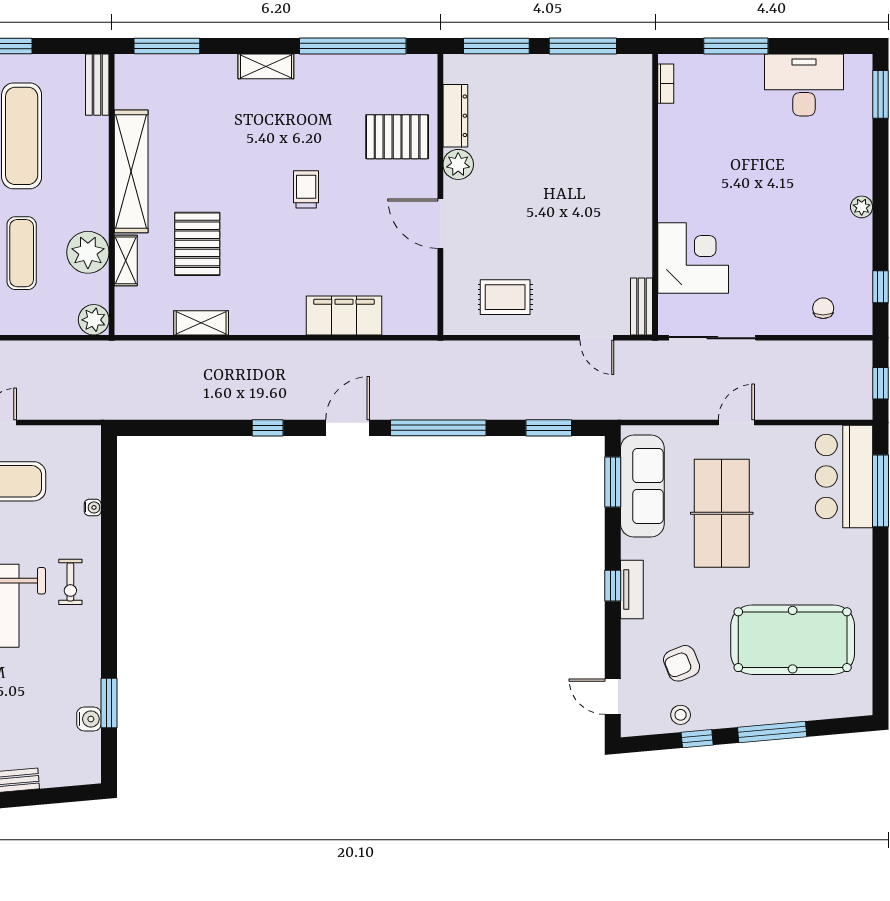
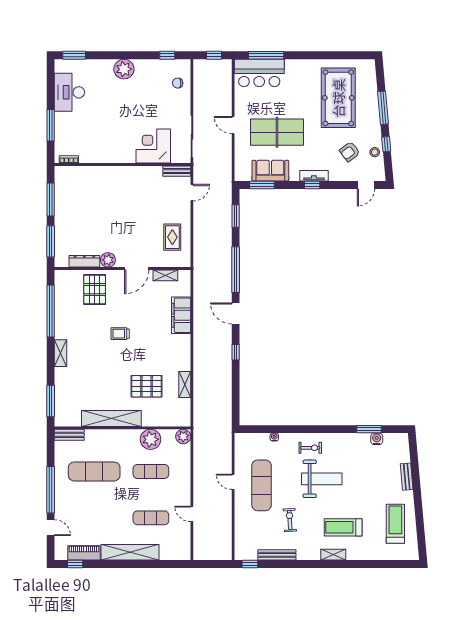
plant: (862, 207) -> (124, 69), width x1.87, depth x1.87
shelving: (126, 260) -> (165, 275), moved
sofa: (642, 486) -> (270, 171), width x0.73
armchair: (682, 663) -> (350, 152), turned 75

